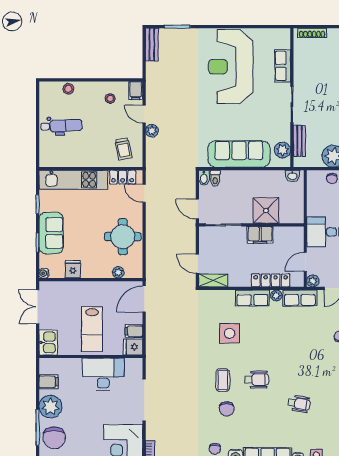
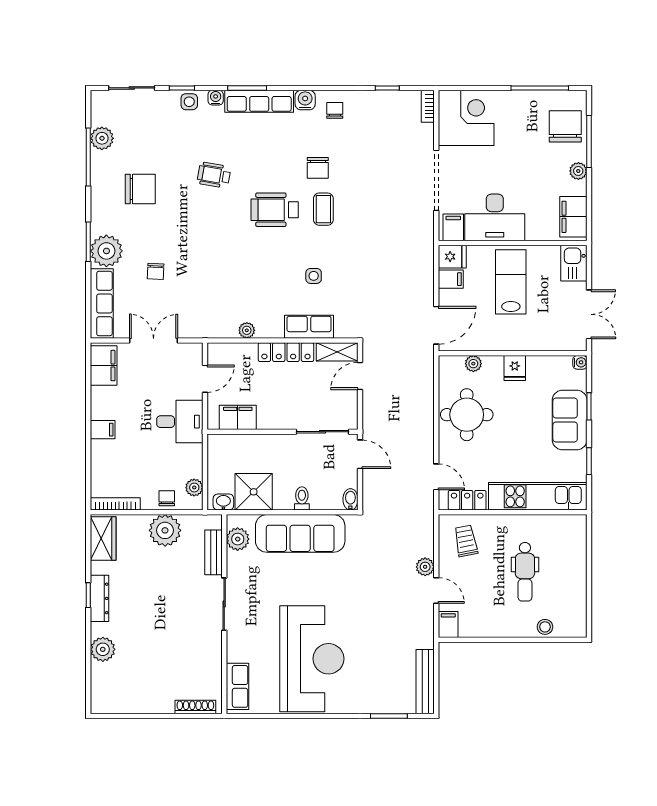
bench: (152, 45) -> (425, 682), width x1.36
row of seats: (283, 66) -> (237, 686), moved
stool: (110, 99) -> (485, 613), removed
dental chair: (61, 126) -> (525, 572), moved, turned -87
toilet: (215, 178) -> (302, 498), moved
shower: (266, 211) -> (254, 492), moved
filing cabinet: (260, 235) -> (238, 417), moved
door: (197, 264) -> (360, 376), swing flipped
fridge: (73, 269) -> (515, 368), moved
locker: (271, 280) -> (286, 352), moved
plant: (313, 281) -> (194, 488), moved
row of seats: (252, 298) -> (309, 327), moved
row of seats: (300, 298) -> (213, 327), removed
side table: (230, 333) -> (314, 276), width x0.54, depth x0.54
filing cabinet: (132, 367) -> (453, 227), added
wheelchair: (257, 380) -> (275, 210), width x1.36, depth x1.37
filing cabinet: (48, 382) -> (573, 217), width x2.00
plant: (50, 407) -> (578, 171), width x0.53, depth x0.53
chair: (227, 409) -> (318, 168), turned 180

